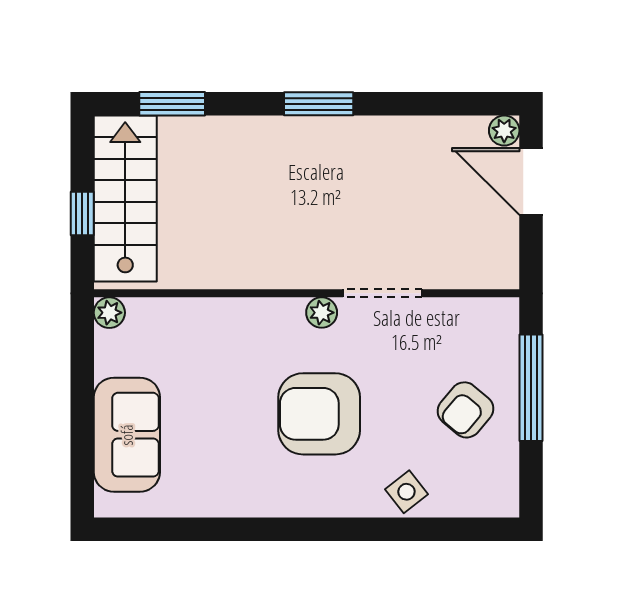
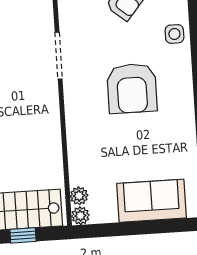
plant: (322, 313) -> (79, 196), moved
side table: (406, 492) -> (174, 34), turned 38

